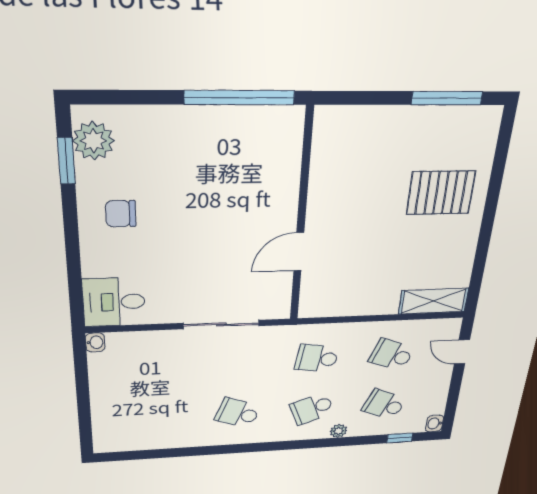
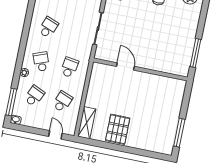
window: (240, 98) -> (195, 53), width x0.68
pallet: (441, 193) -> (118, 129), moved
door: (462, 352) -> (55, 135), hinge flipped
window: (400, 438) -> (11, 102), width x2.17

